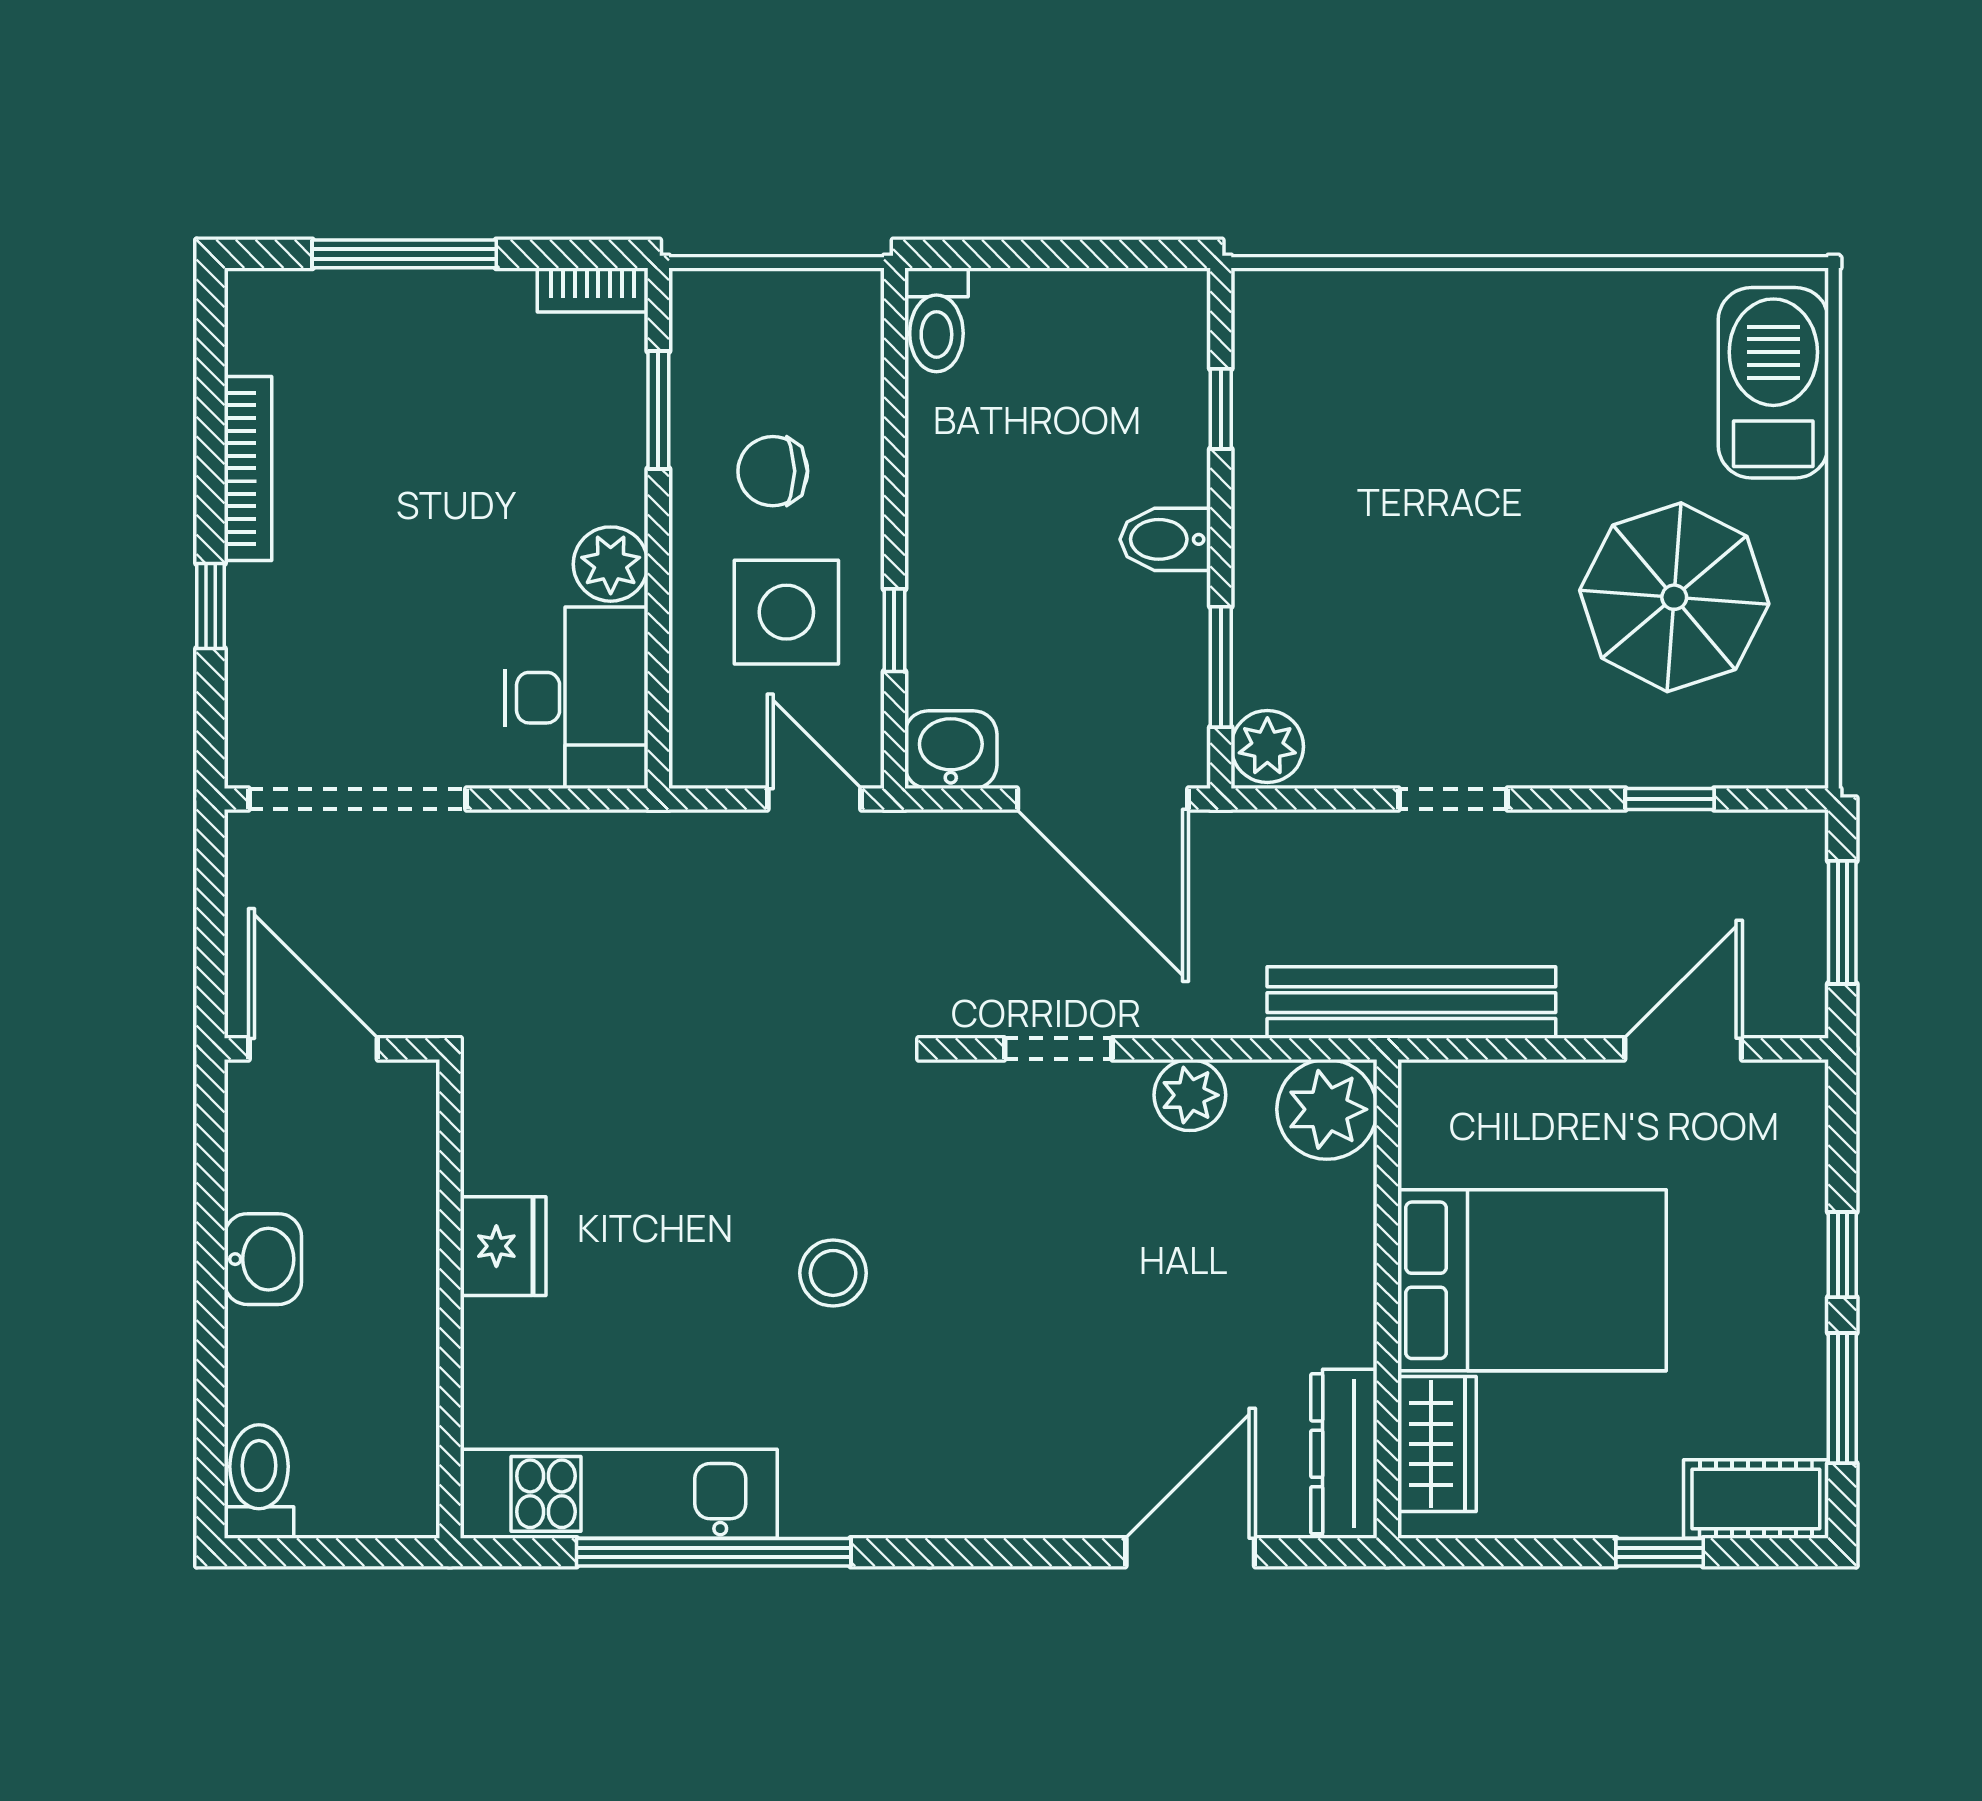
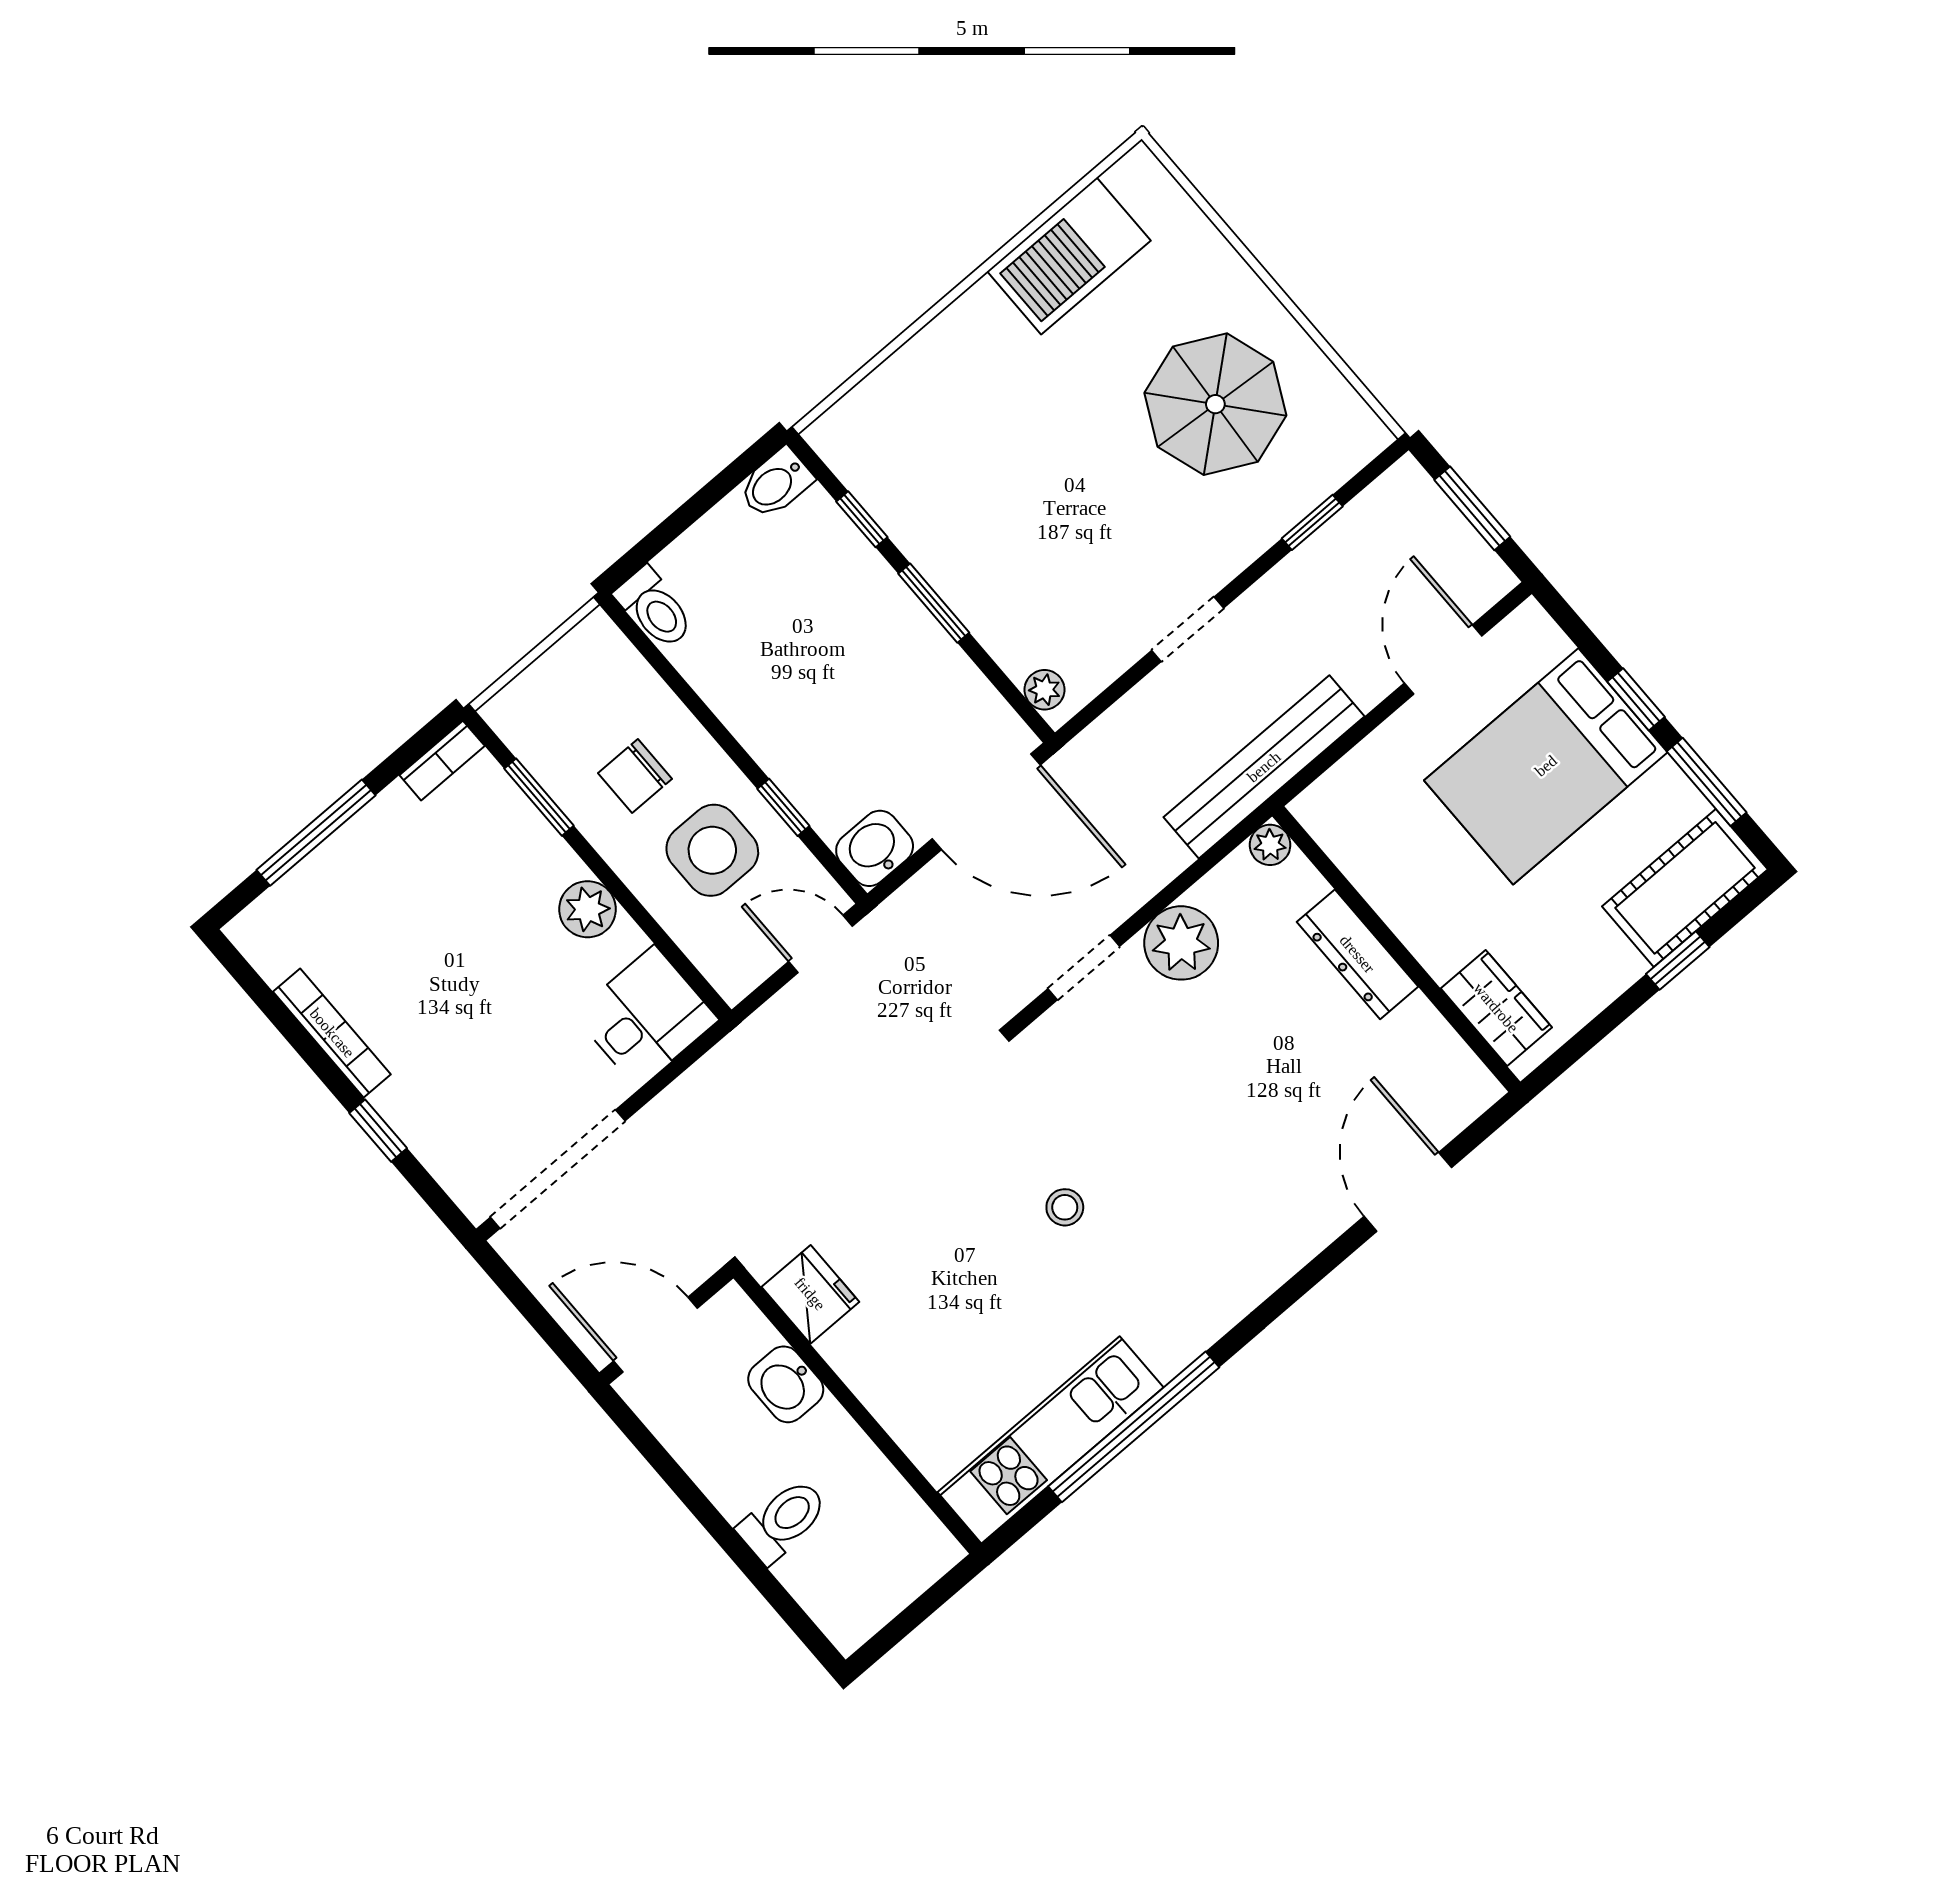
barbecue: (1773, 383) -> (1069, 256), moved, turned -90
bidet: (1165, 539) -> (776, 484), moved
window: (1221, 667) -> (934, 603), moved
desk: (577, 698) -> (646, 1017), width x0.73
plant: (1267, 747) -> (1045, 690), width x0.73, depth x0.73
plant: (1190, 1095) -> (1181, 943), width x1.36, depth x1.36
plant: (1327, 1109) -> (1270, 845), width x0.53, depth x0.53
fridge: (503, 1246) -> (810, 1294), moved
washbasin: (263, 1259) -> (786, 1384), moved, turned 180
stool: (833, 1273) -> (1065, 1207), width x0.73, depth x0.73
bed: (1532, 1280) -> (1546, 766), moved, turned 180
dresser: (1344, 1454) -> (1357, 954), moved
toilet: (259, 1481) -> (783, 1520), moved, turned 90
cot: (1756, 1499) -> (1685, 888), width x1.37, depth x1.34

